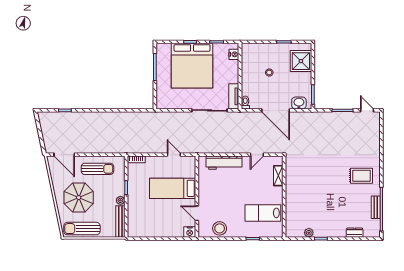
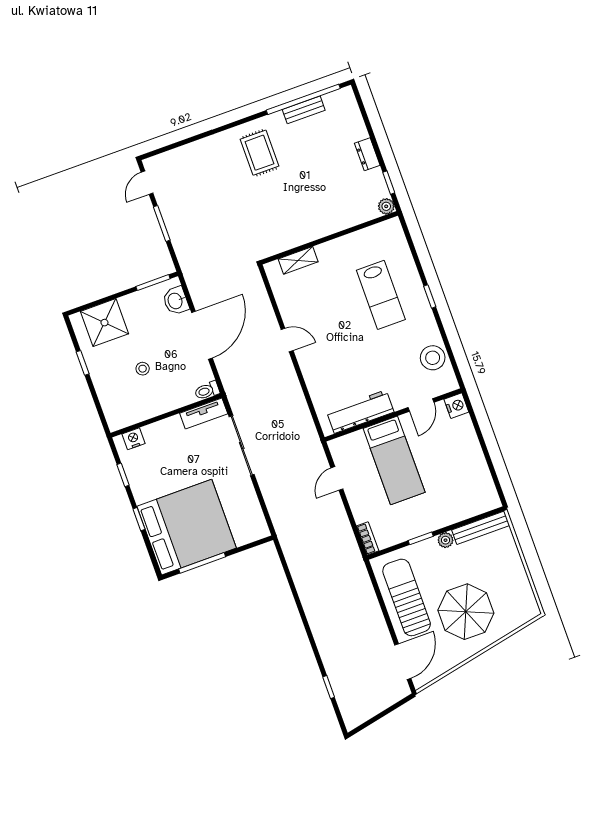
bed: (192, 66) -> (187, 527), moved
workbench: (224, 163) -> (360, 412), moved, turned -90
sun lounger: (97, 169) -> (407, 597), width x1.36, depth x1.34
shelving: (278, 176) -> (298, 260), moved
wall: (284, 197) -> (329, 238), moved
sun lounger: (82, 229) -> (516, 587), removed
dresser: (355, 233) -> (367, 154), moved

